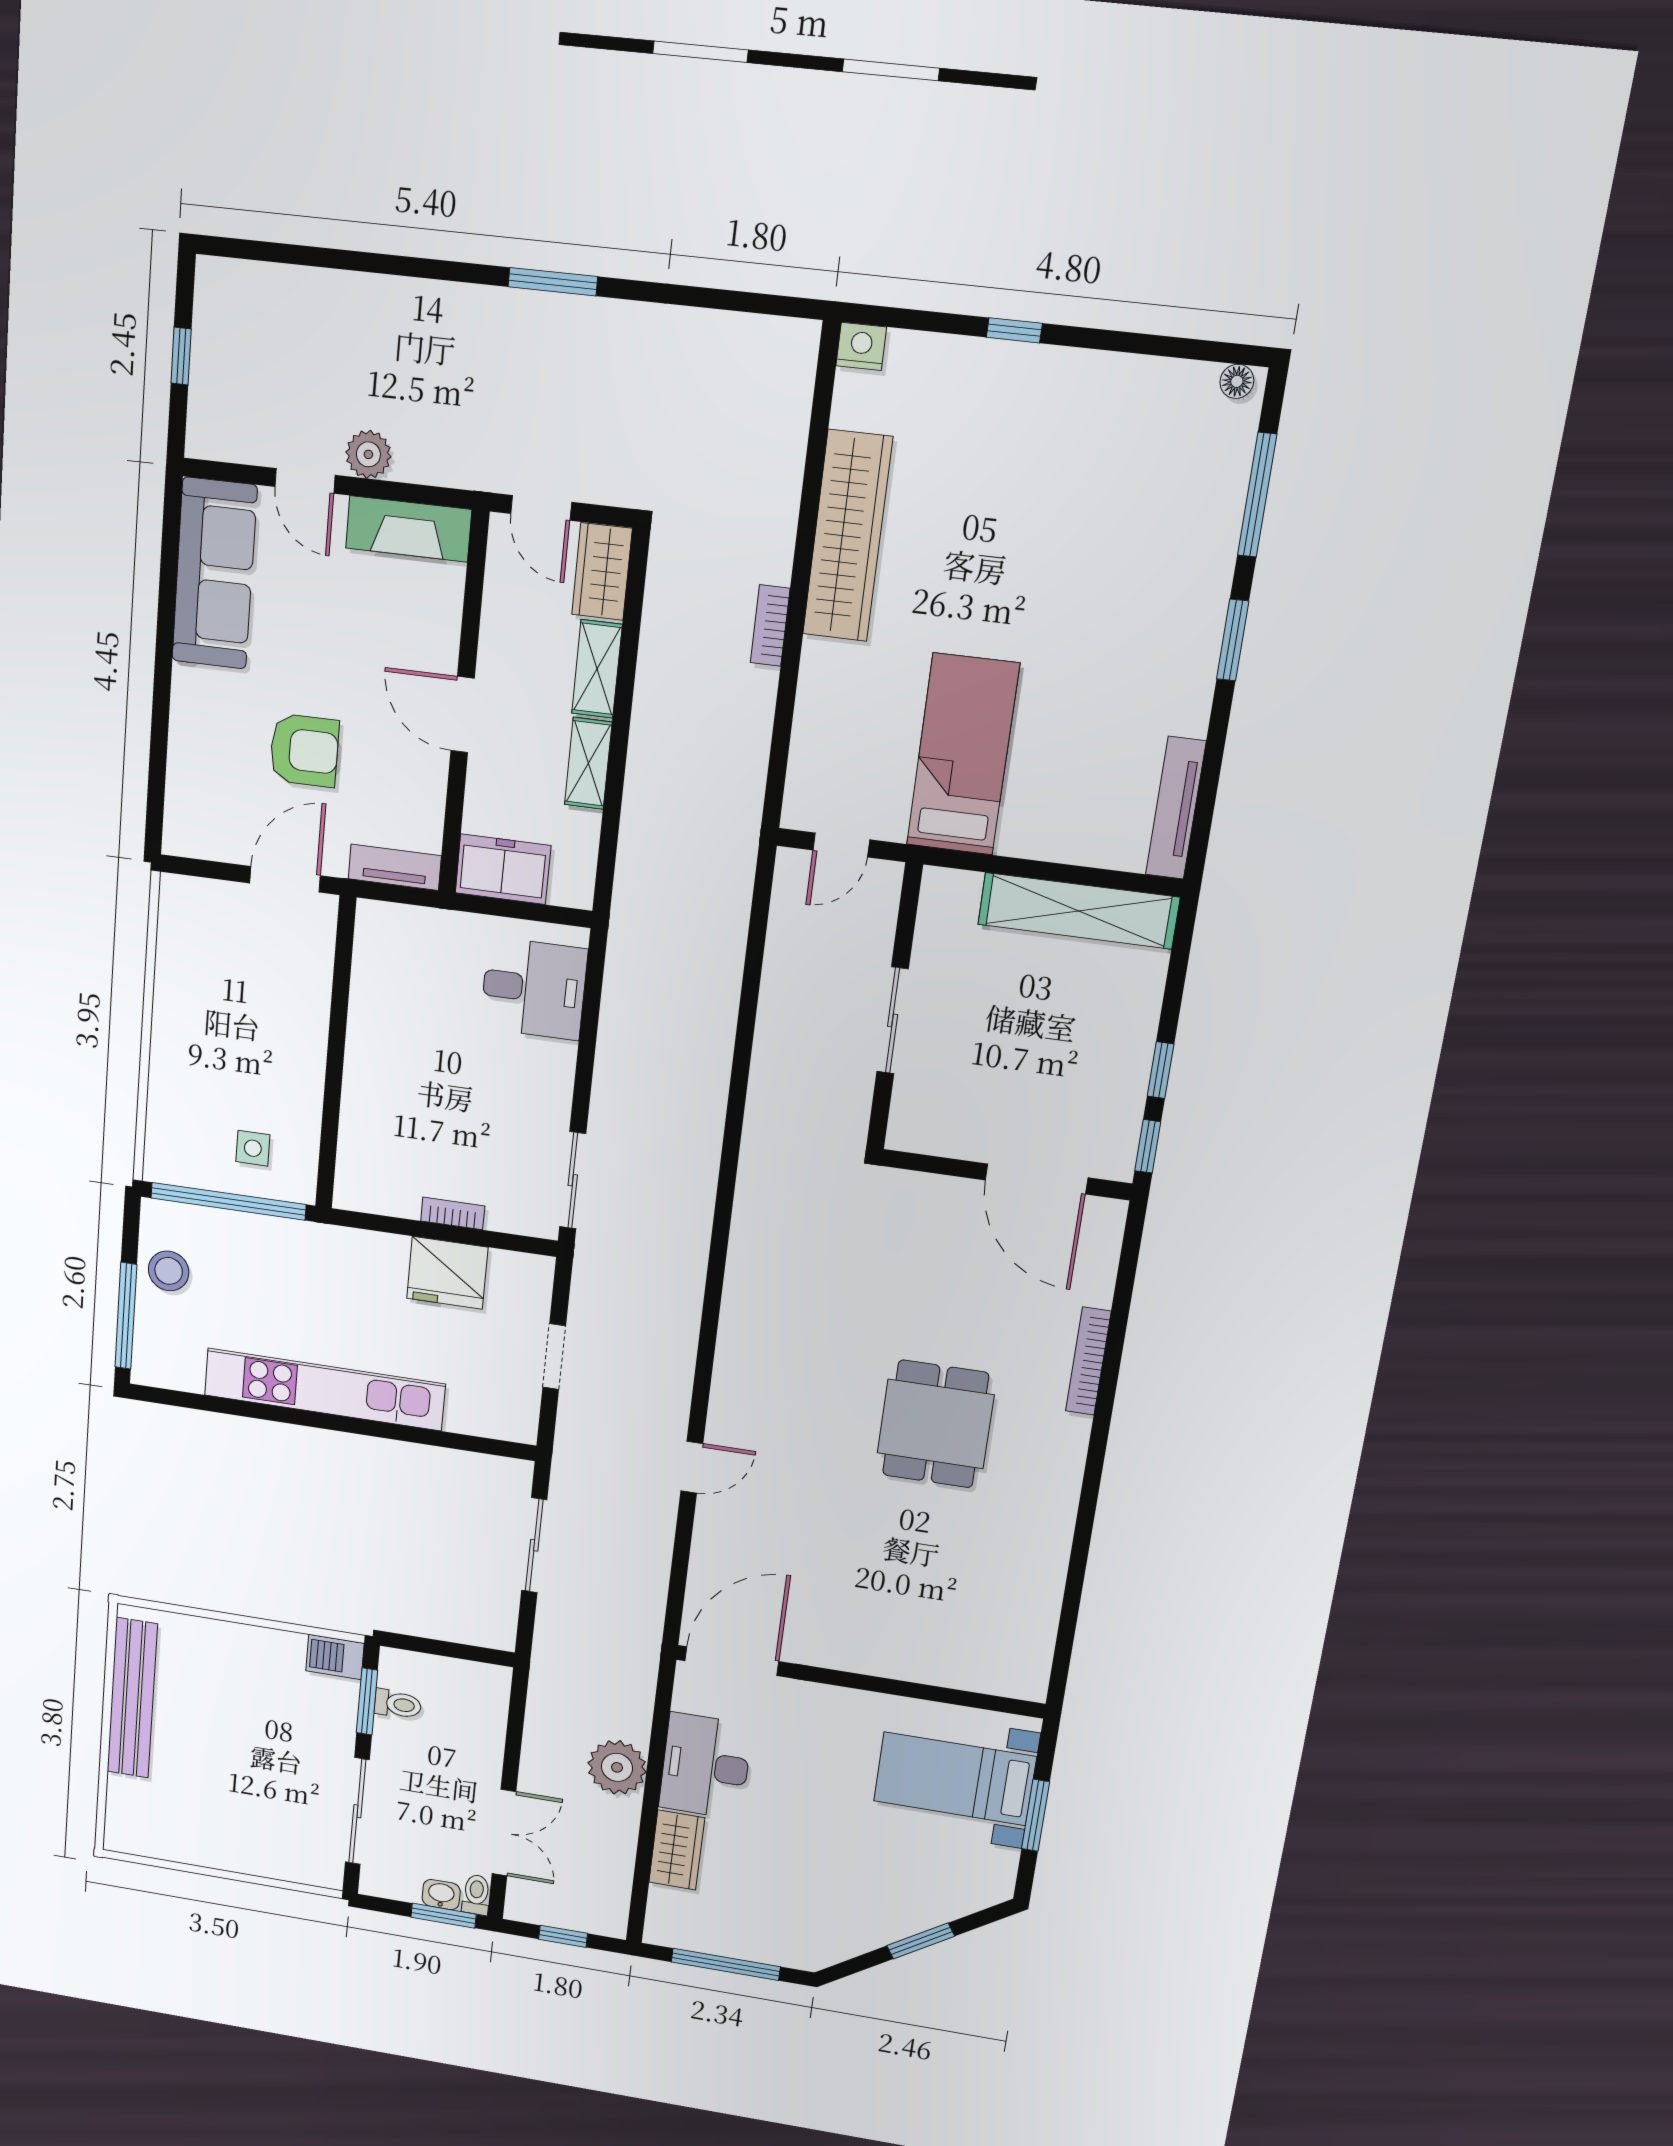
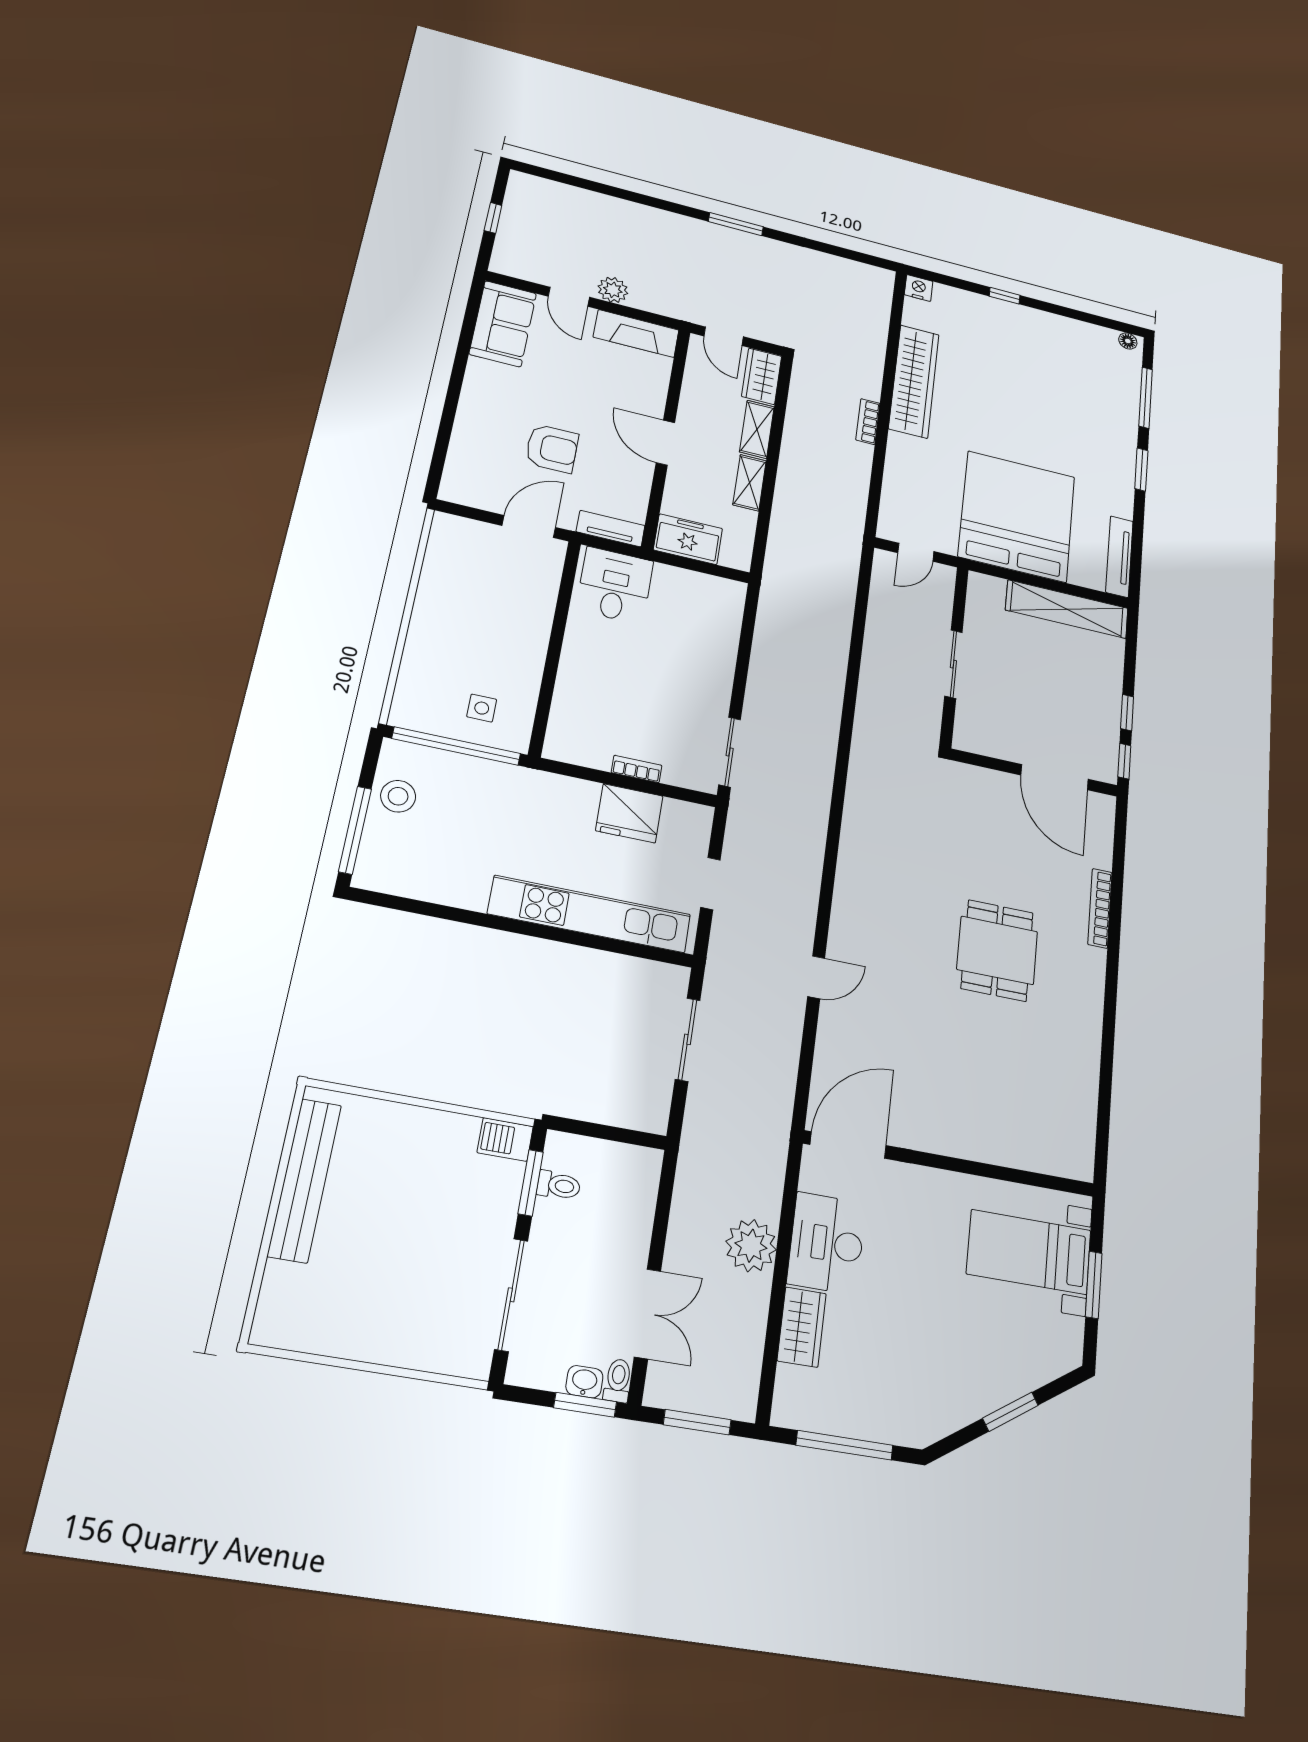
sofa: (214, 573) -> (503, 324), width x0.73
bed: (963, 754) -> (1017, 516), width x2.04
desk: (534, 989) -> (615, 586), moved, turned -90
kitchen unit: (324, 1389) -> (590, 914), moved
window: (563, 1936) -> (697, 1422), width x1.50

